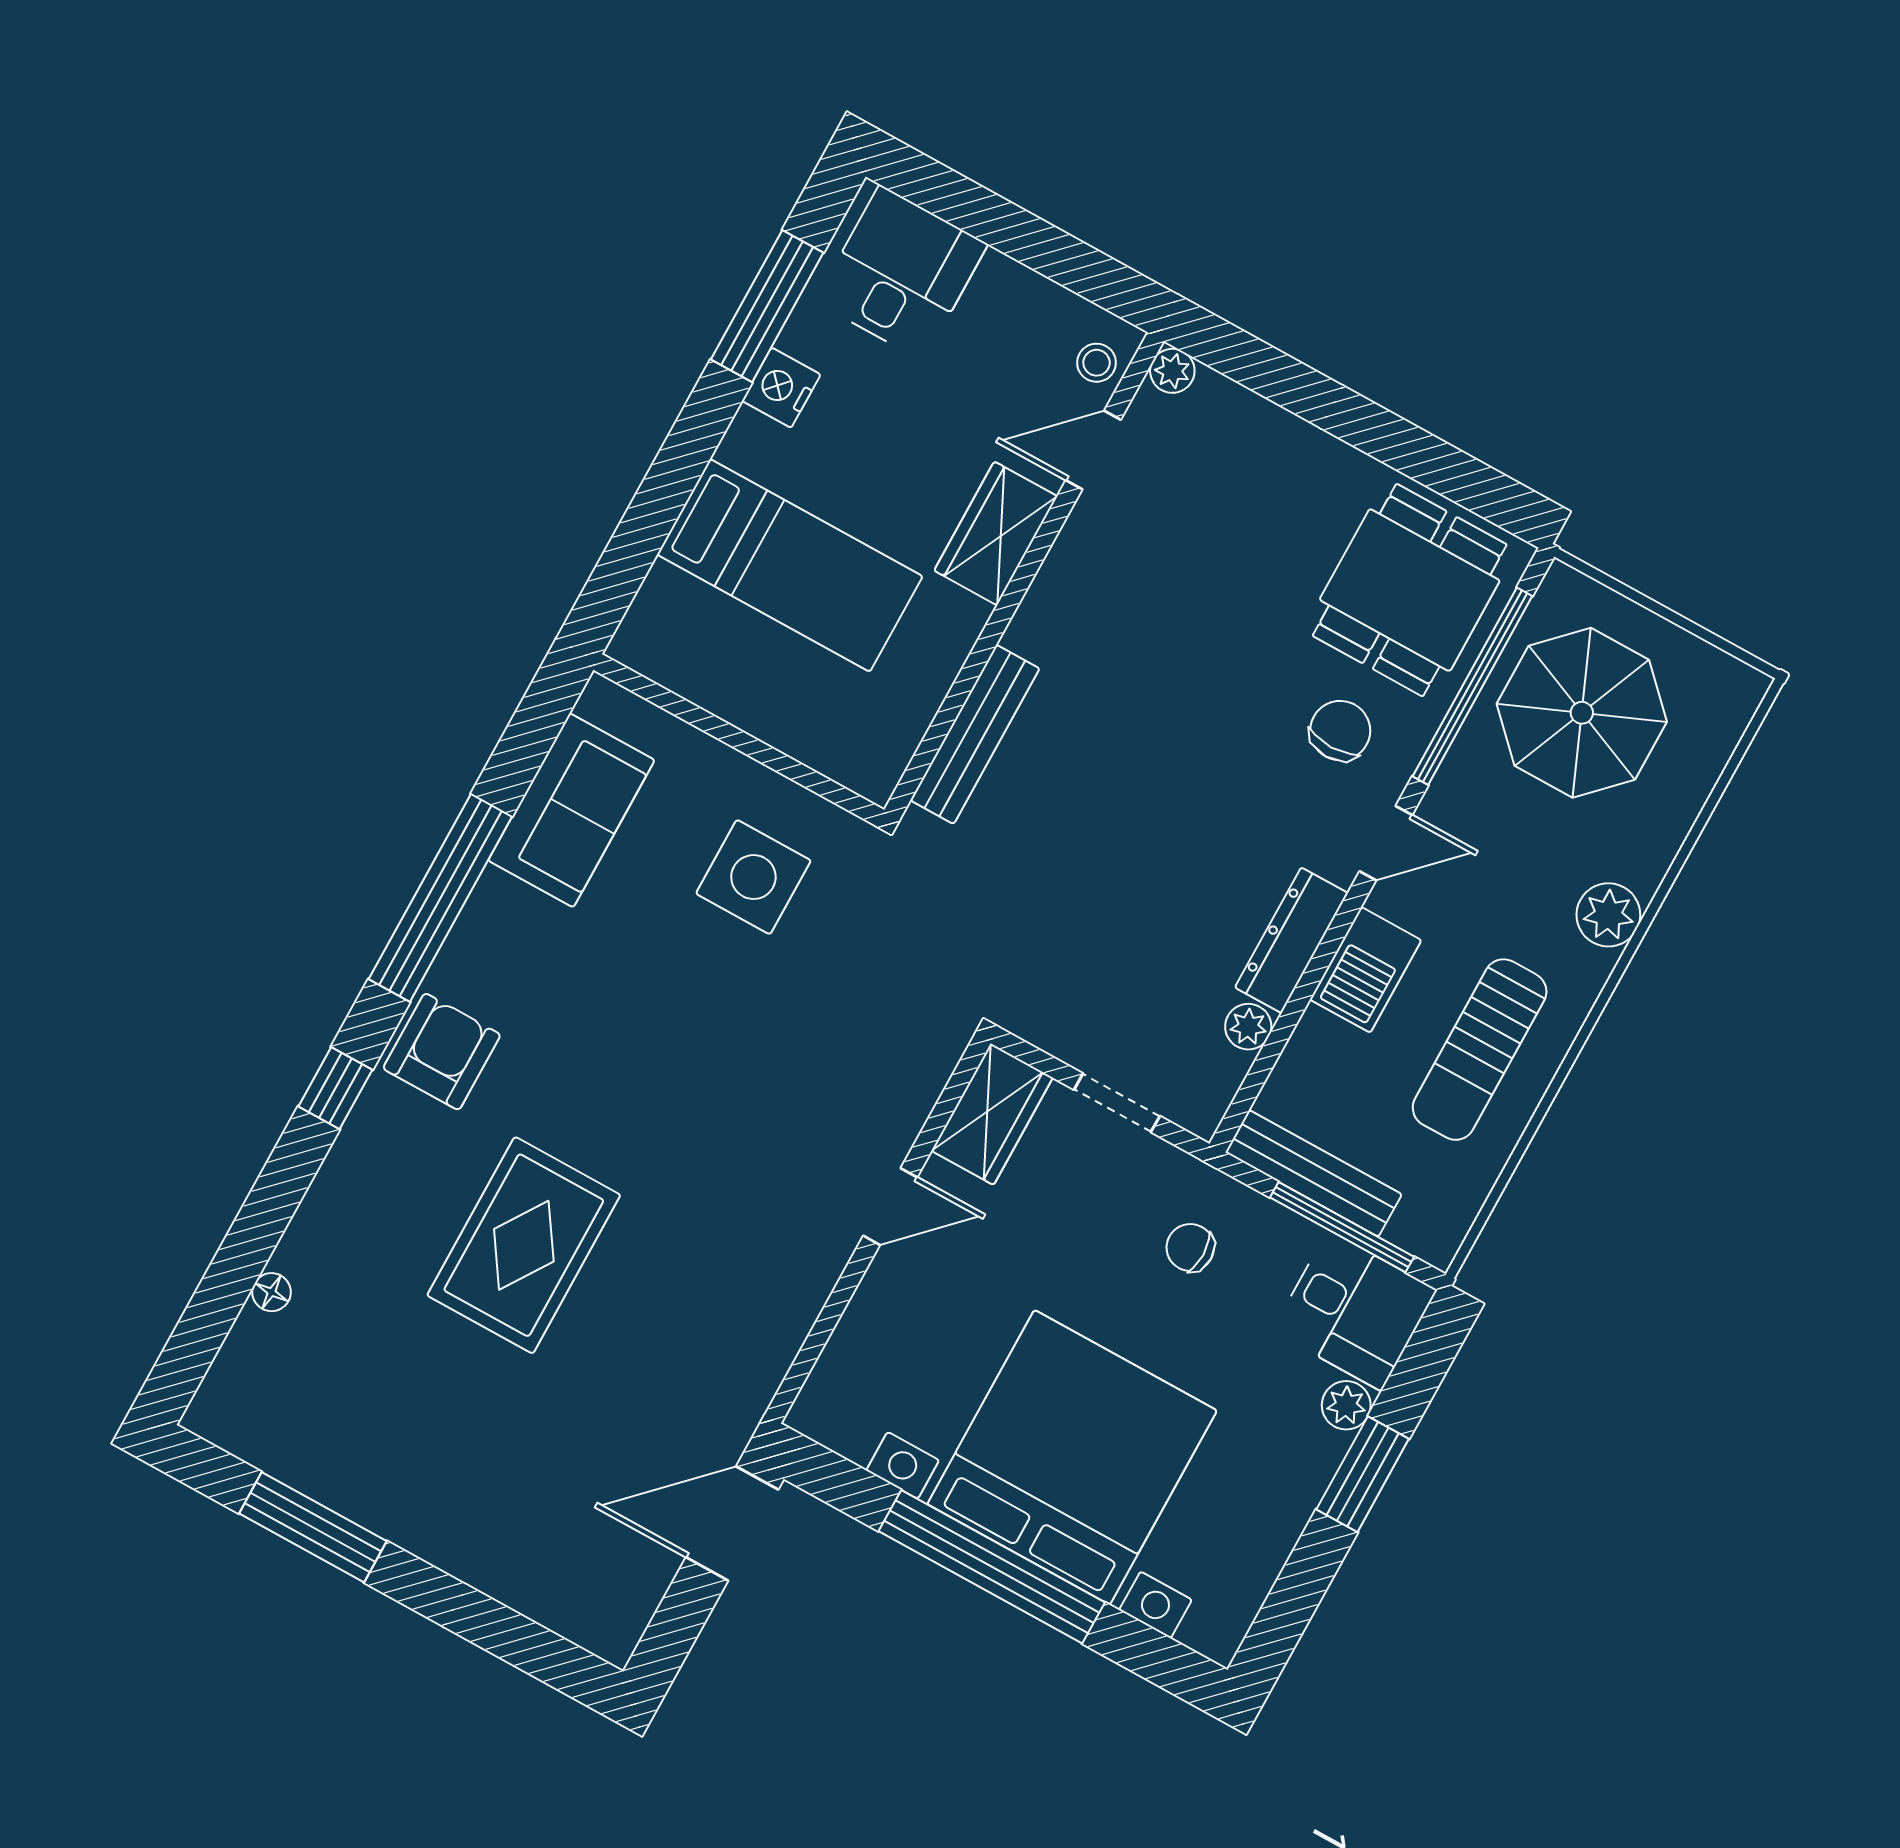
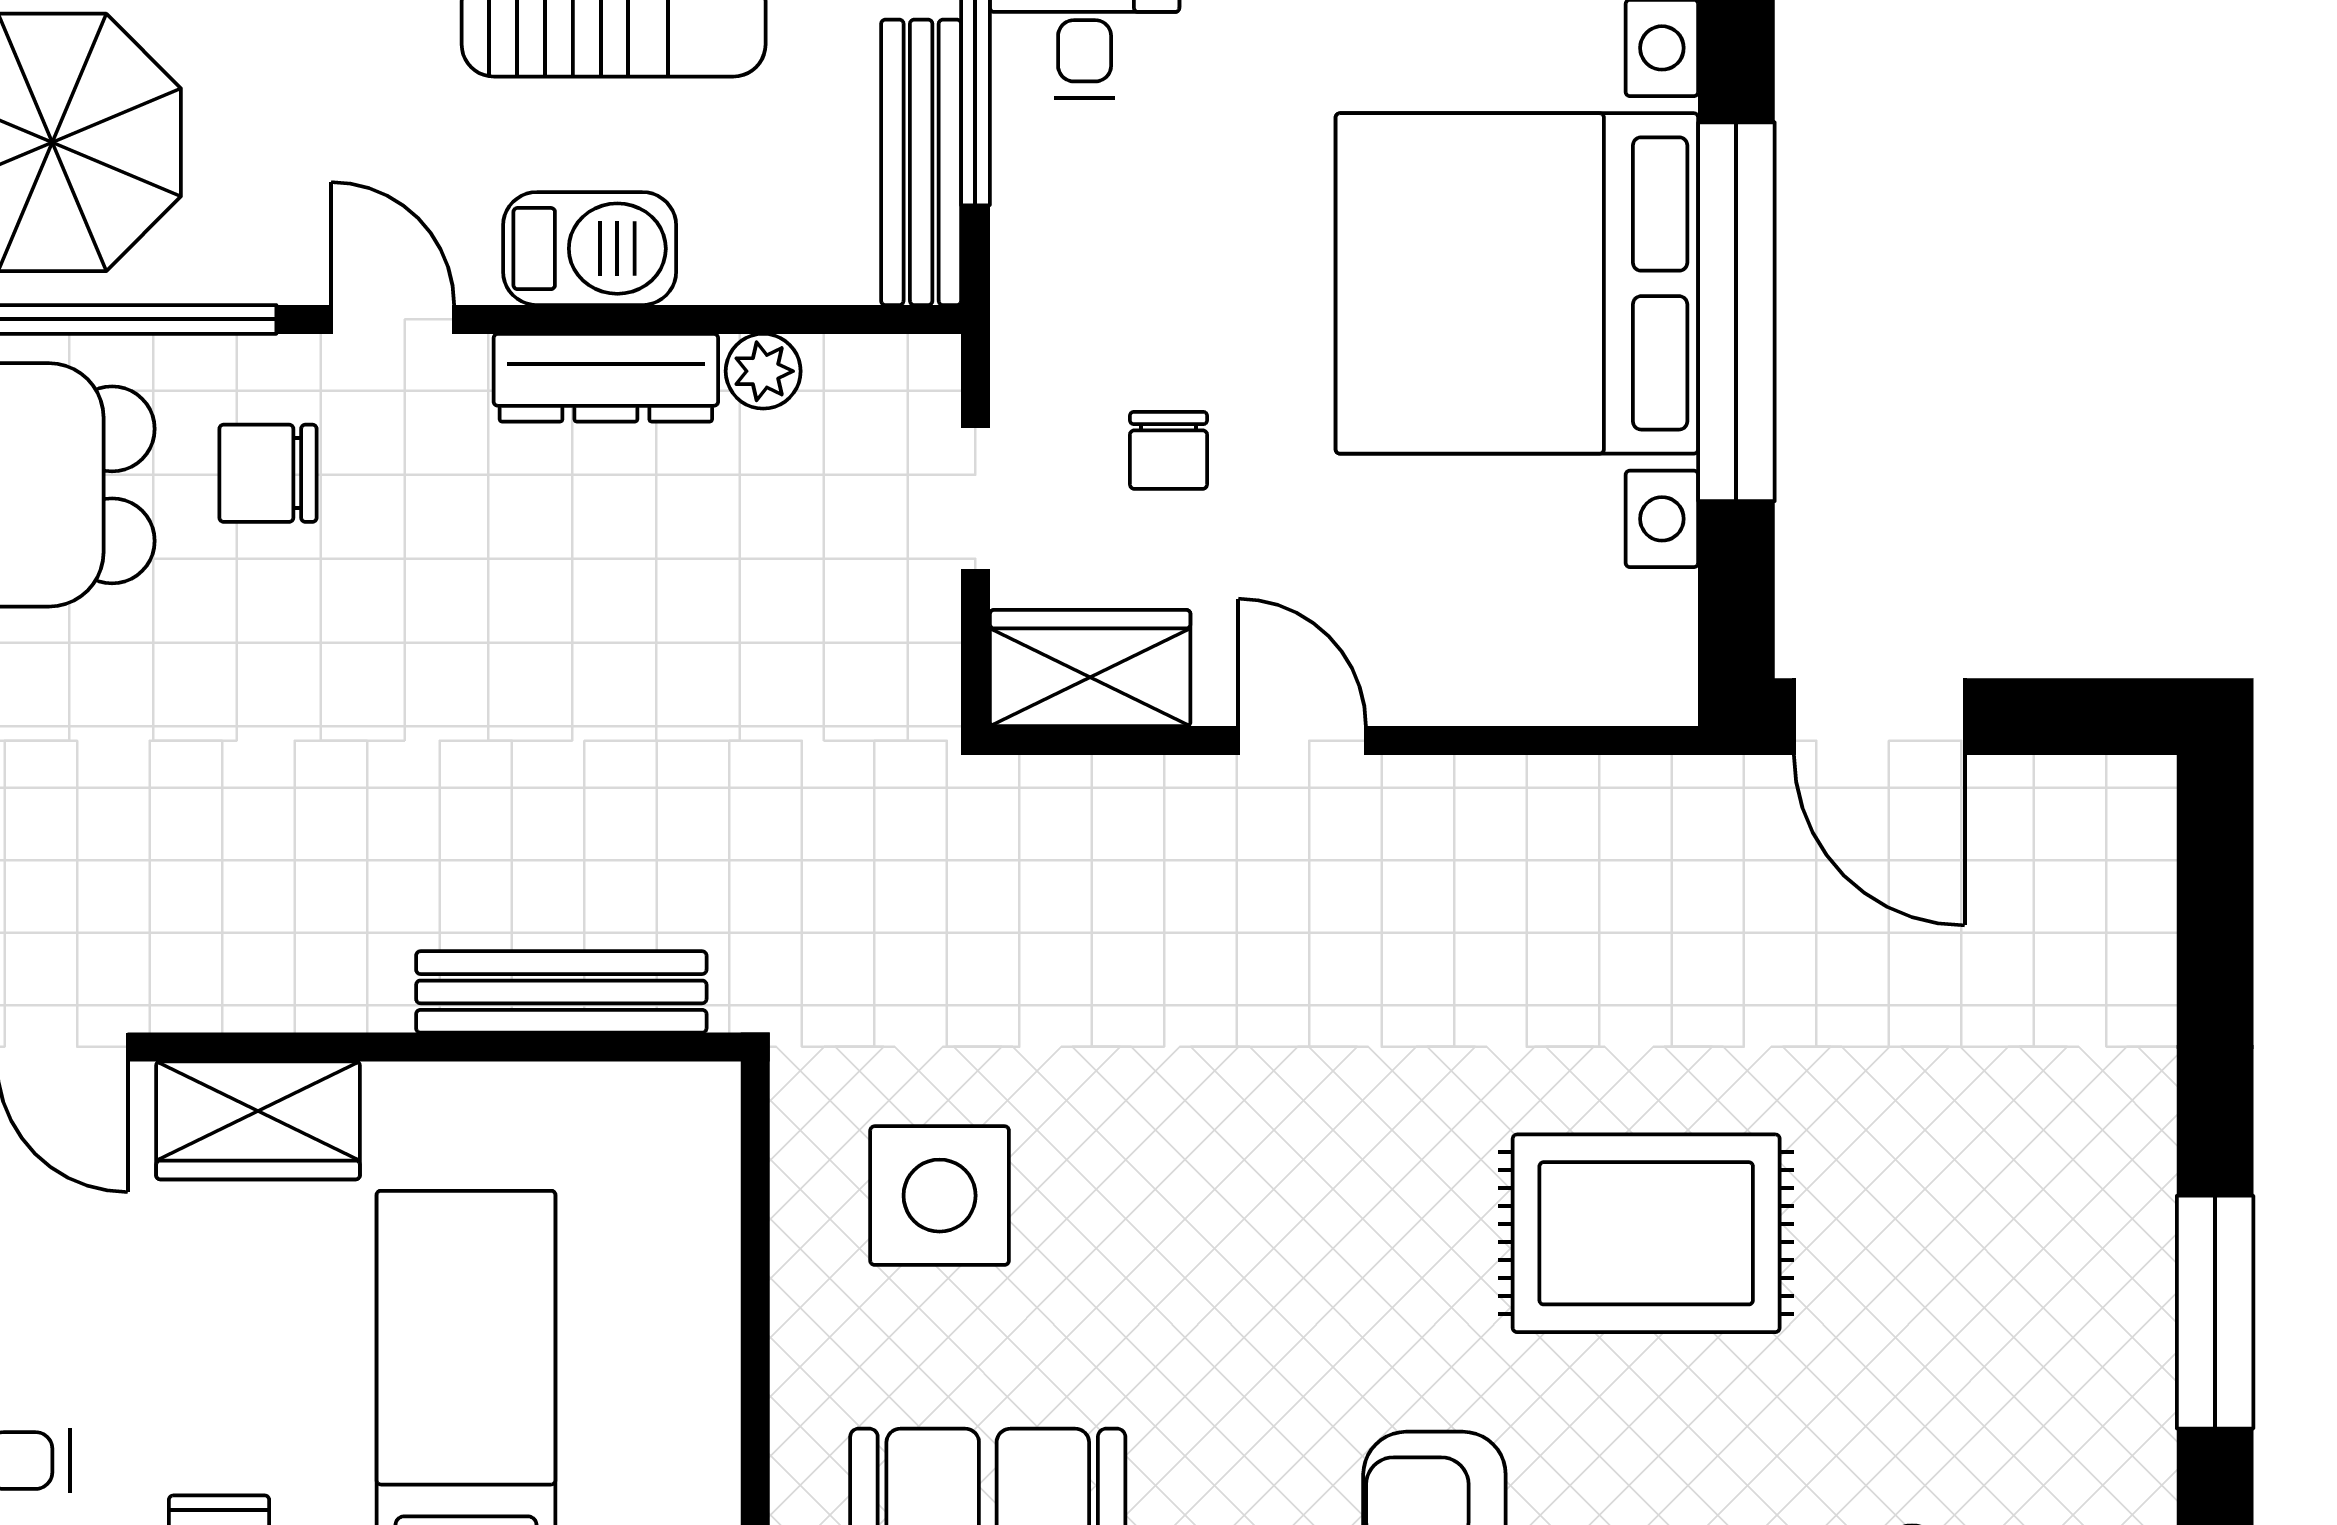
chair: (1190, 1248) -> (1169, 450), moved

